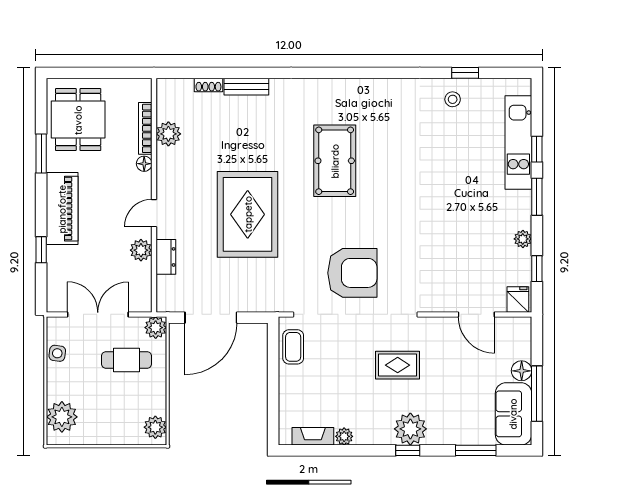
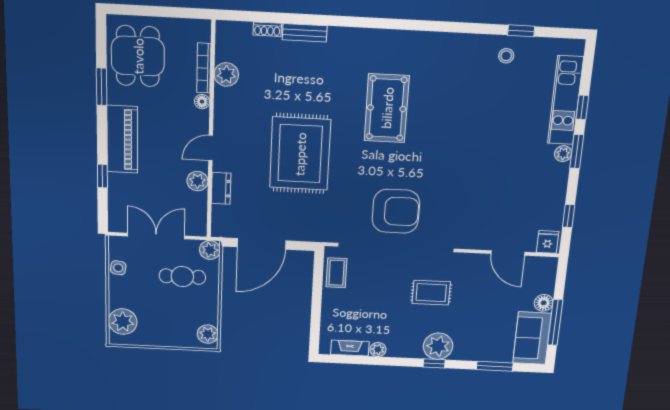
plant: (523, 239) -> (563, 154), moved

